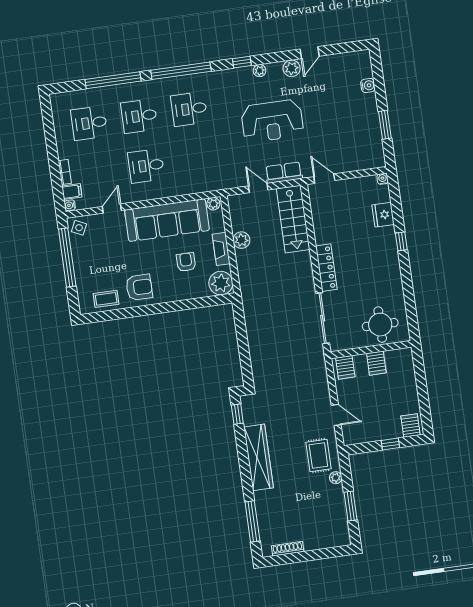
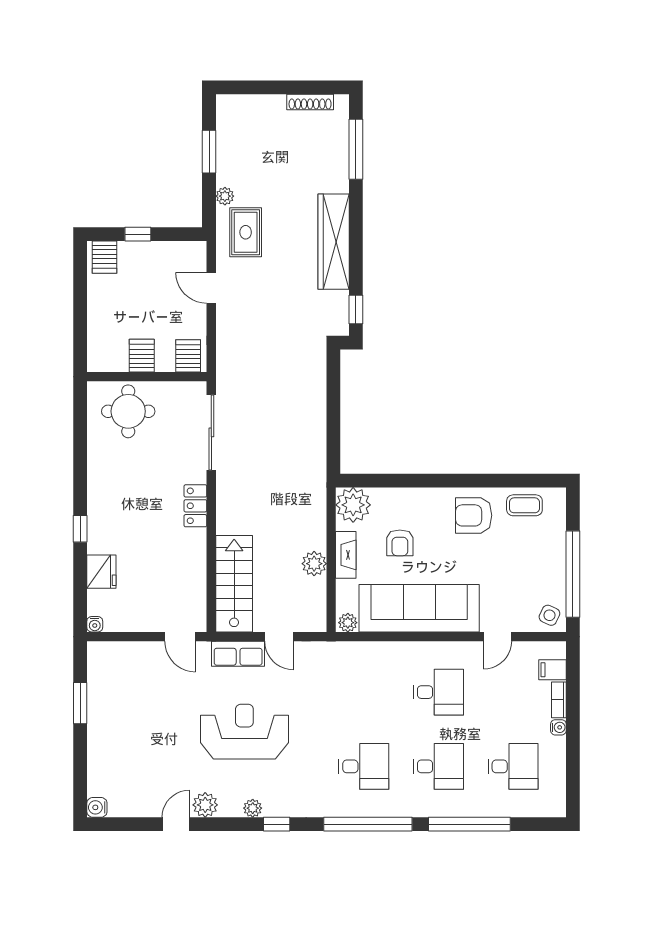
water cooler: (368, 85) -> (97, 807), moved
water cooler: (70, 205) -> (558, 727), moved
locker: (326, 268) -> (195, 506), width x0.66

